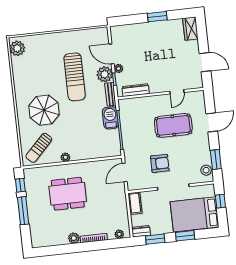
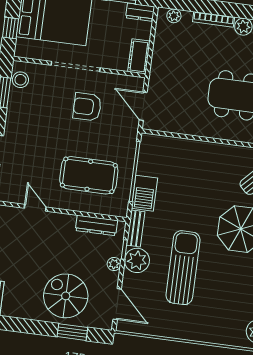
window: (157, 17) -> (72, 332), moved
spiral stairs: (144, 41) -> (66, 296), added
door: (112, 54) -> (117, 304), moved
door: (177, 92) -> (35, 208), hinge flipped
pool table: (173, 125) -> (89, 175), moved
plant: (65, 157) -> (226, 151), removed
door: (125, 172) -> (143, 106), swing flipped

